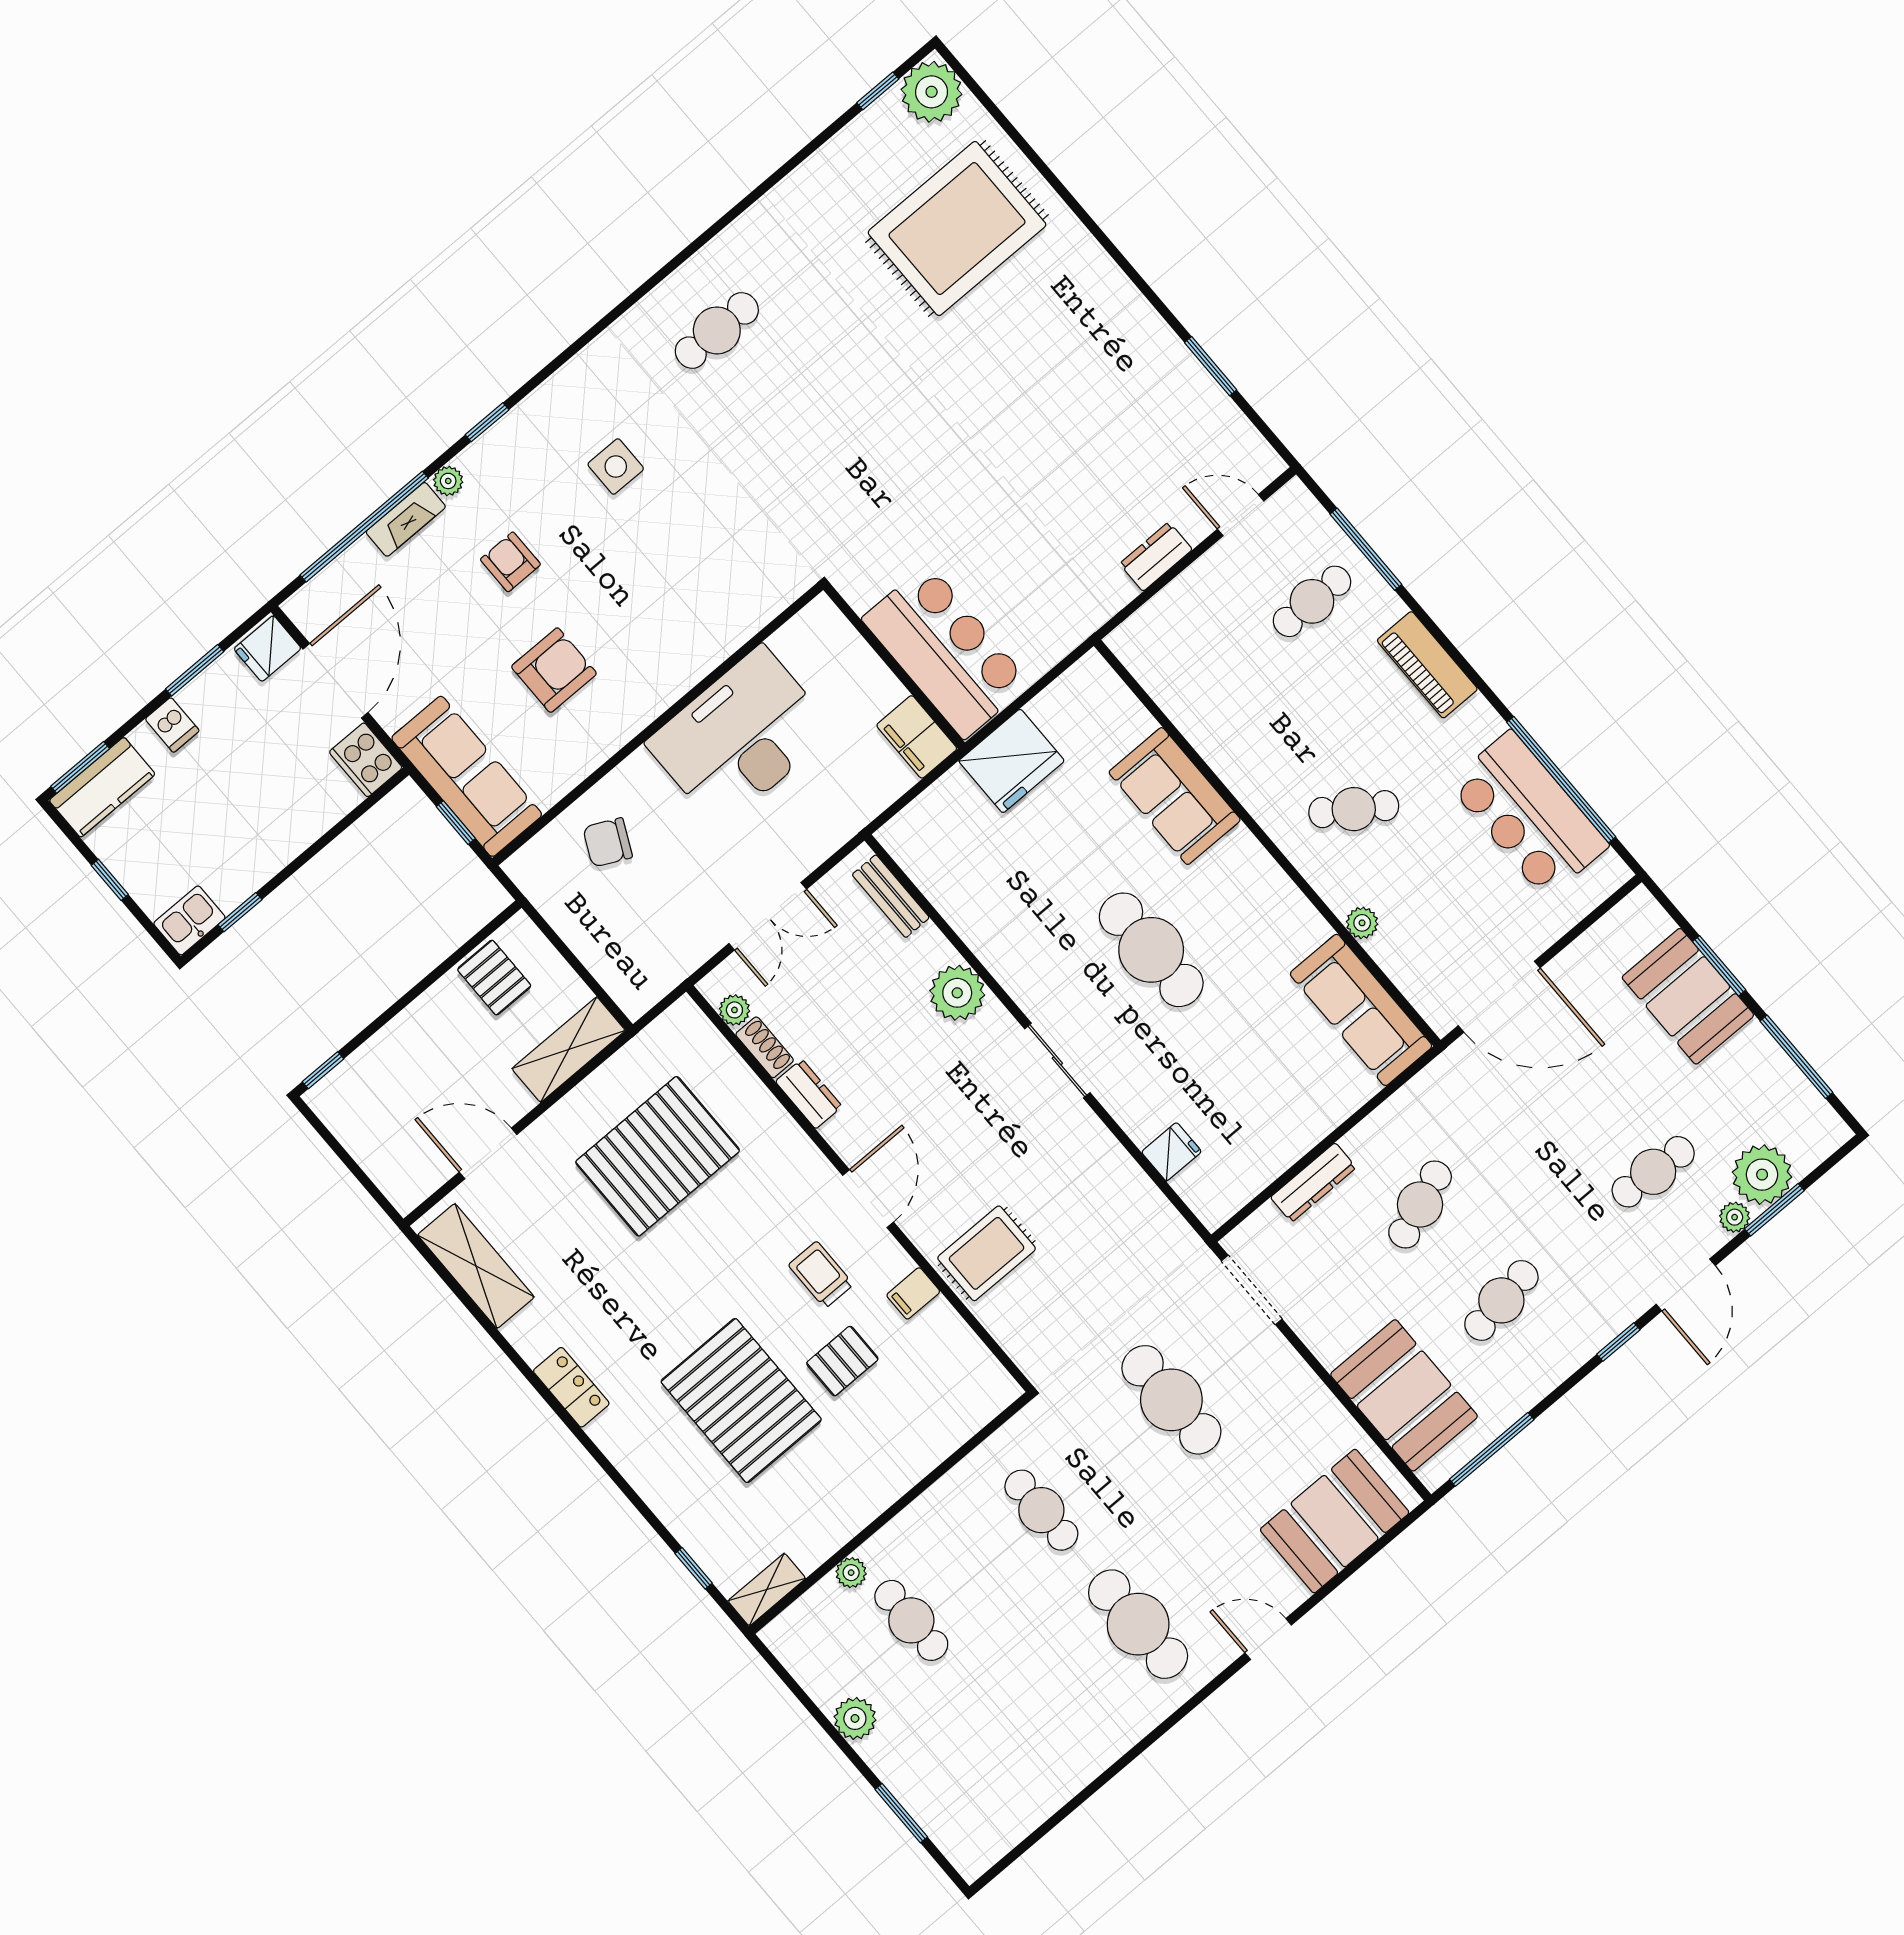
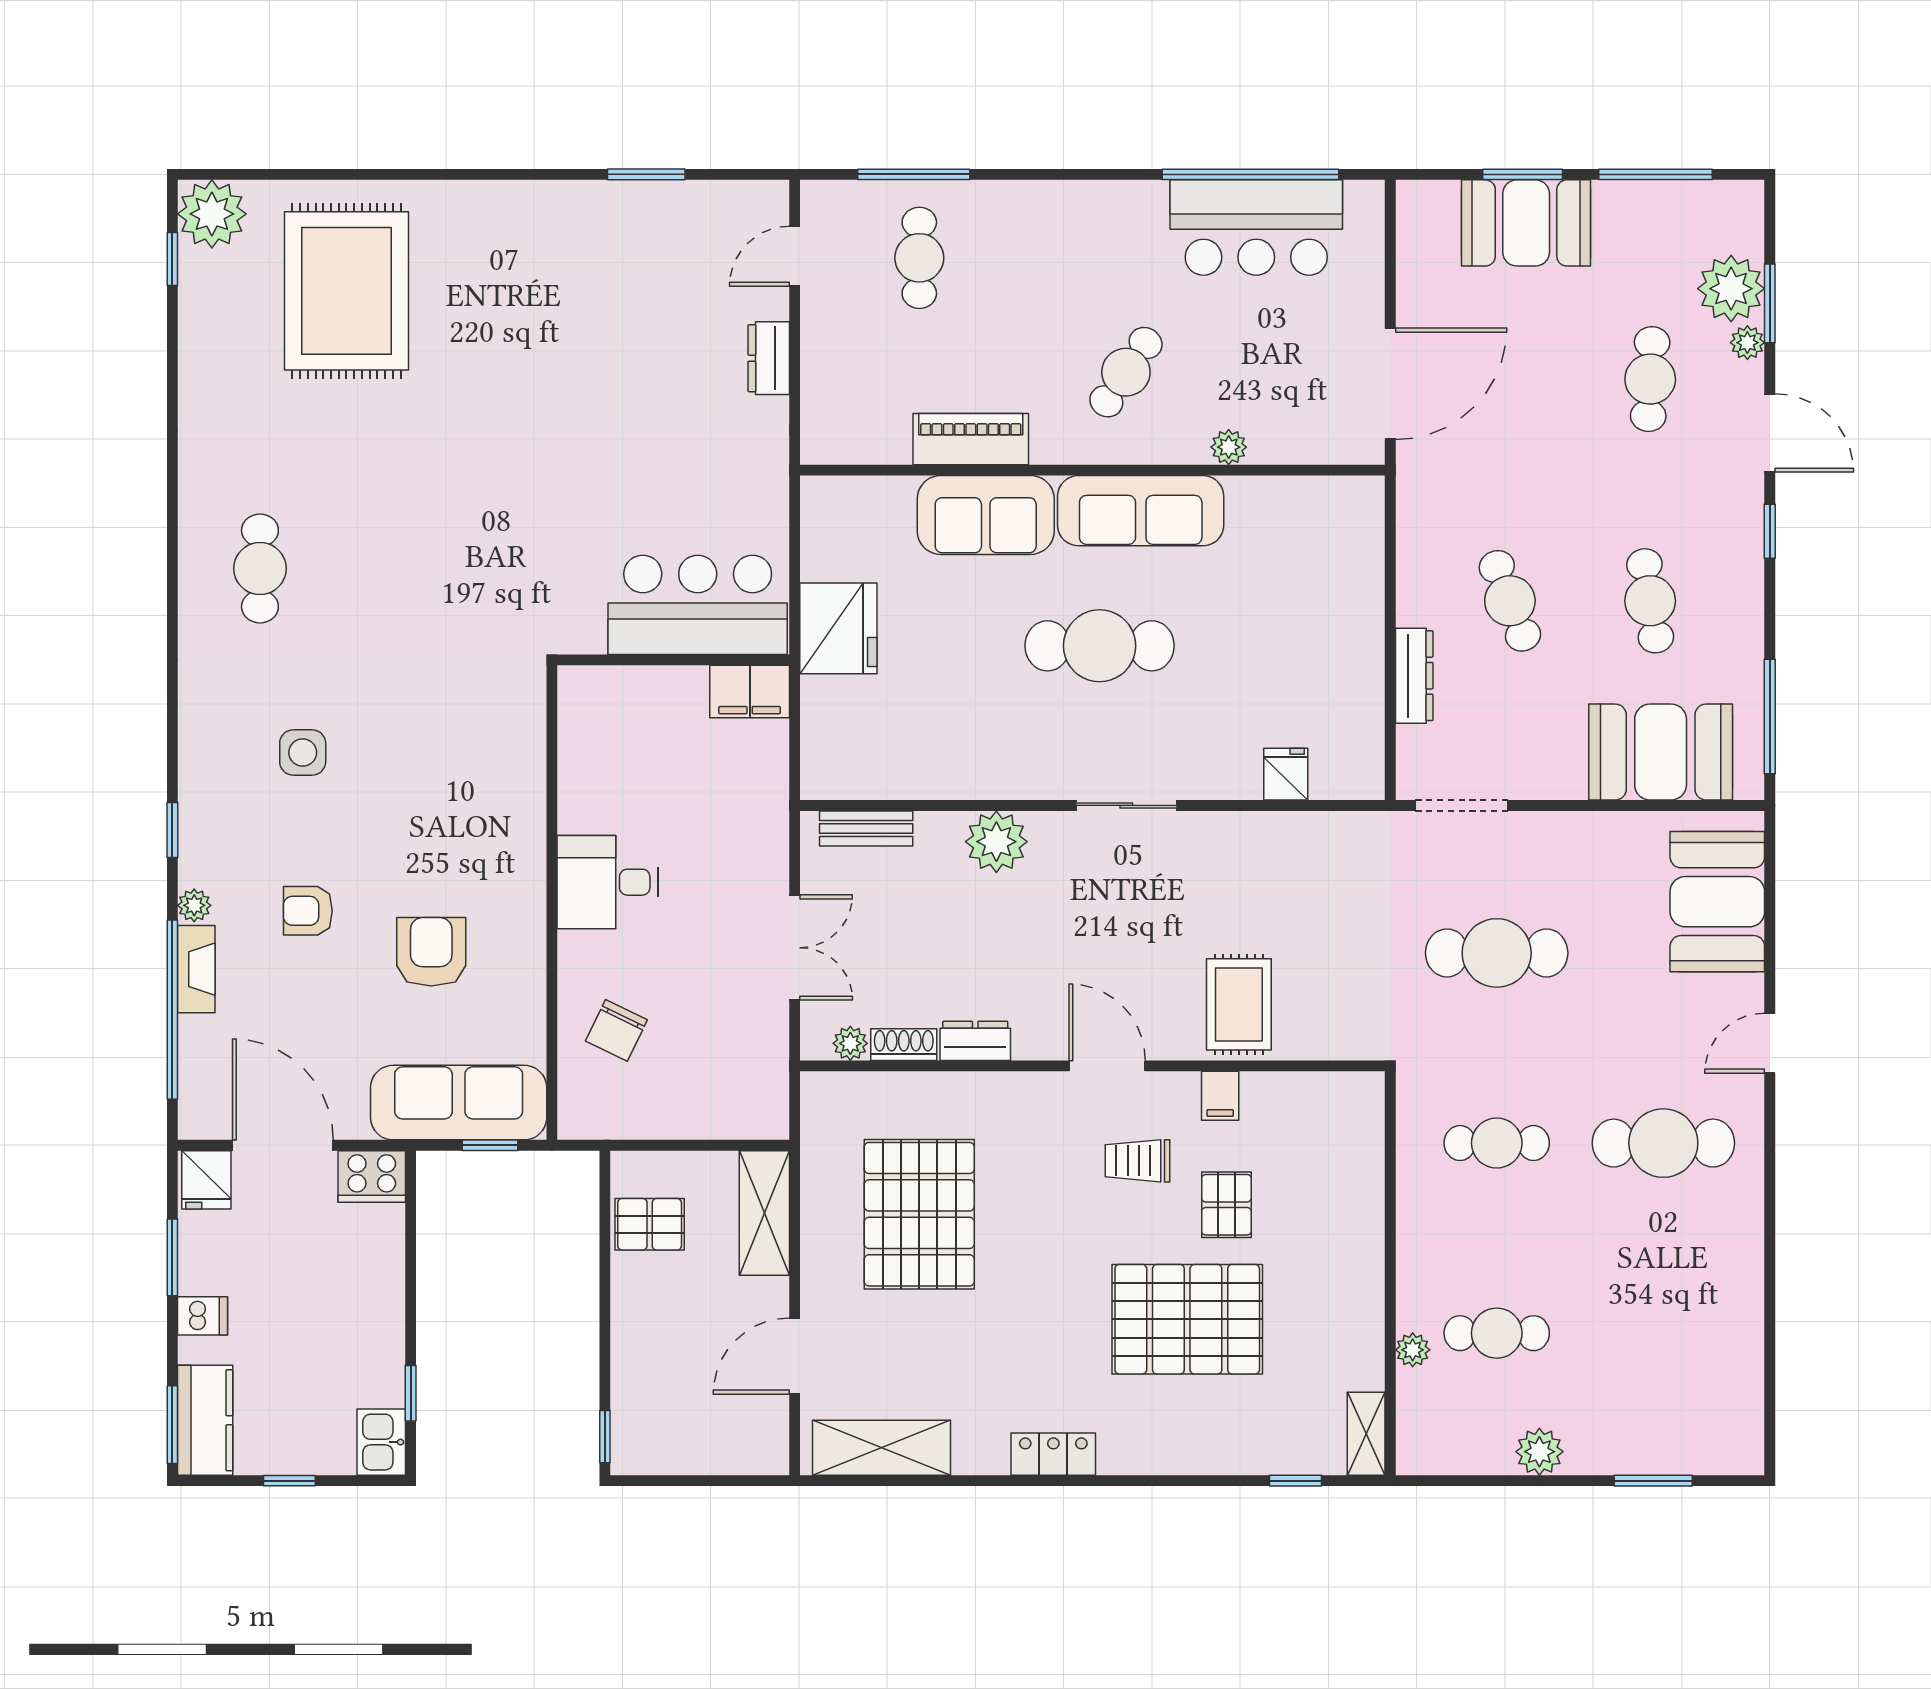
piano: (1427, 665) -> (971, 439), moved, turned 180
desk: (741, 737) -> (608, 882), width x0.53, depth x0.77
sofa: (1361, 1010) -> (1141, 511), moved

